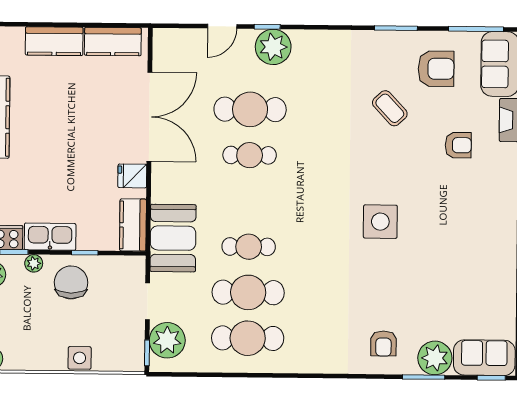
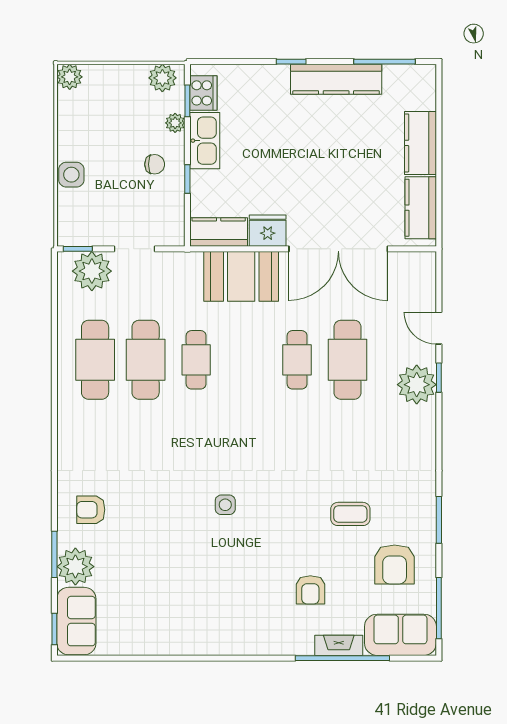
coffee table: (390, 108) -> (350, 514), turned 43
fridge: (132, 176) -> (268, 231), width x1.38
side table: (380, 222) -> (225, 505), width x0.54, depth x0.54
booth: (173, 238) -> (241, 276), moved
chair: (71, 282) -> (155, 164), width x0.54, depth x0.54

